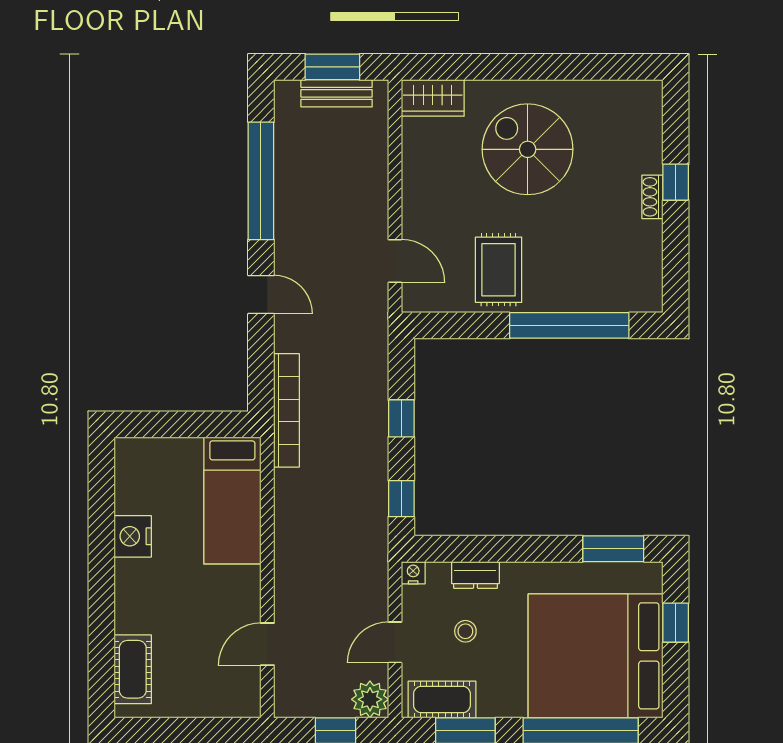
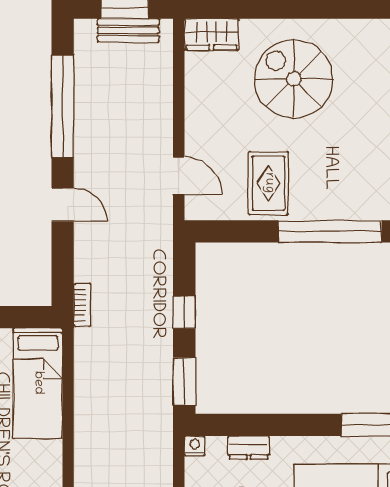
bookcase: (287, 410) -> (82, 305), width x0.43, depth x0.76
window: (401, 499) -> (184, 381), width x1.50

